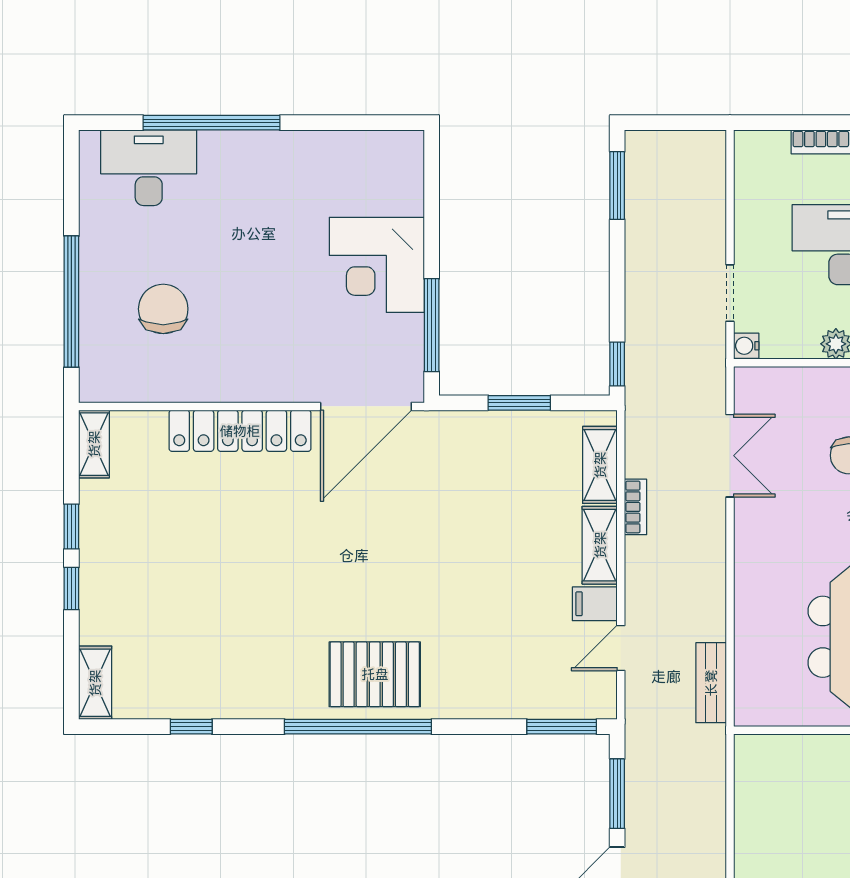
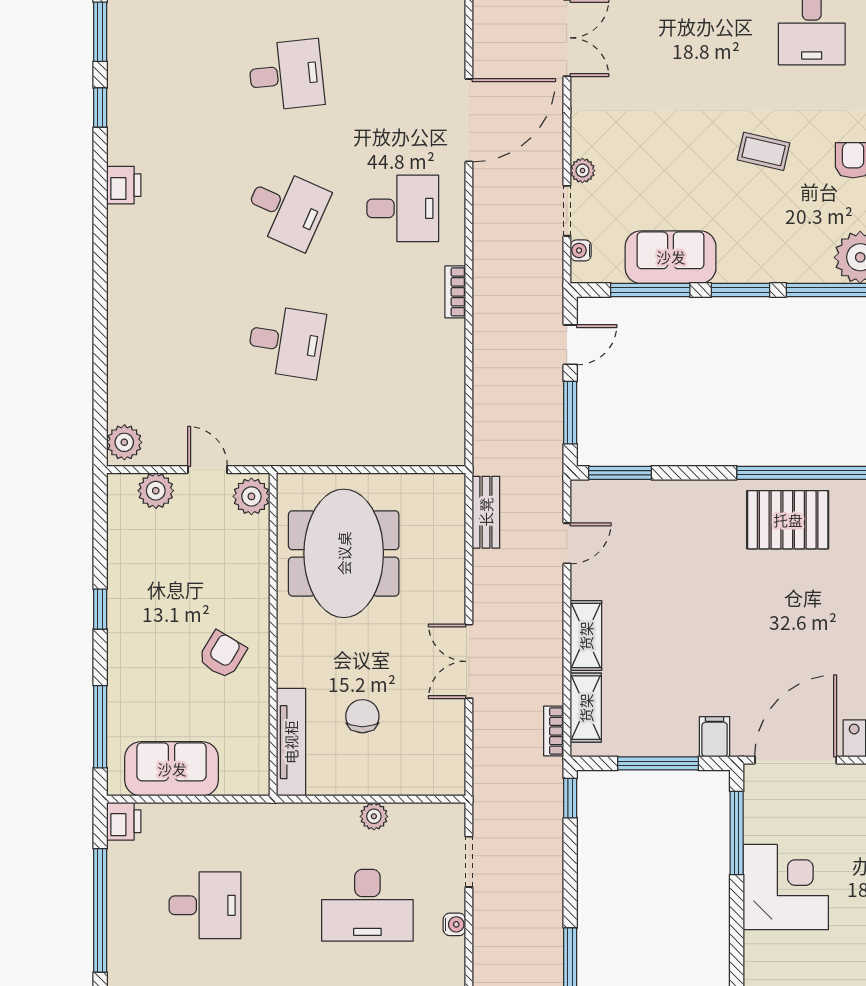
water cooler: (746, 346) -> (454, 924), moved
window: (519, 403) -> (658, 763), width x1.44
double door: (730, 456) -> (469, 661), moved
bookcase: (636, 507) -> (554, 731), moved
filing cabinet: (595, 604) -> (715, 737), moved, turned -90

